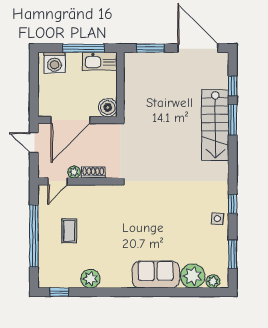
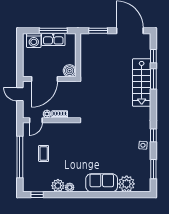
kitchen sink: (100, 61) -> (53, 40), moved
plant: (213, 281) -> (70, 187), moved

